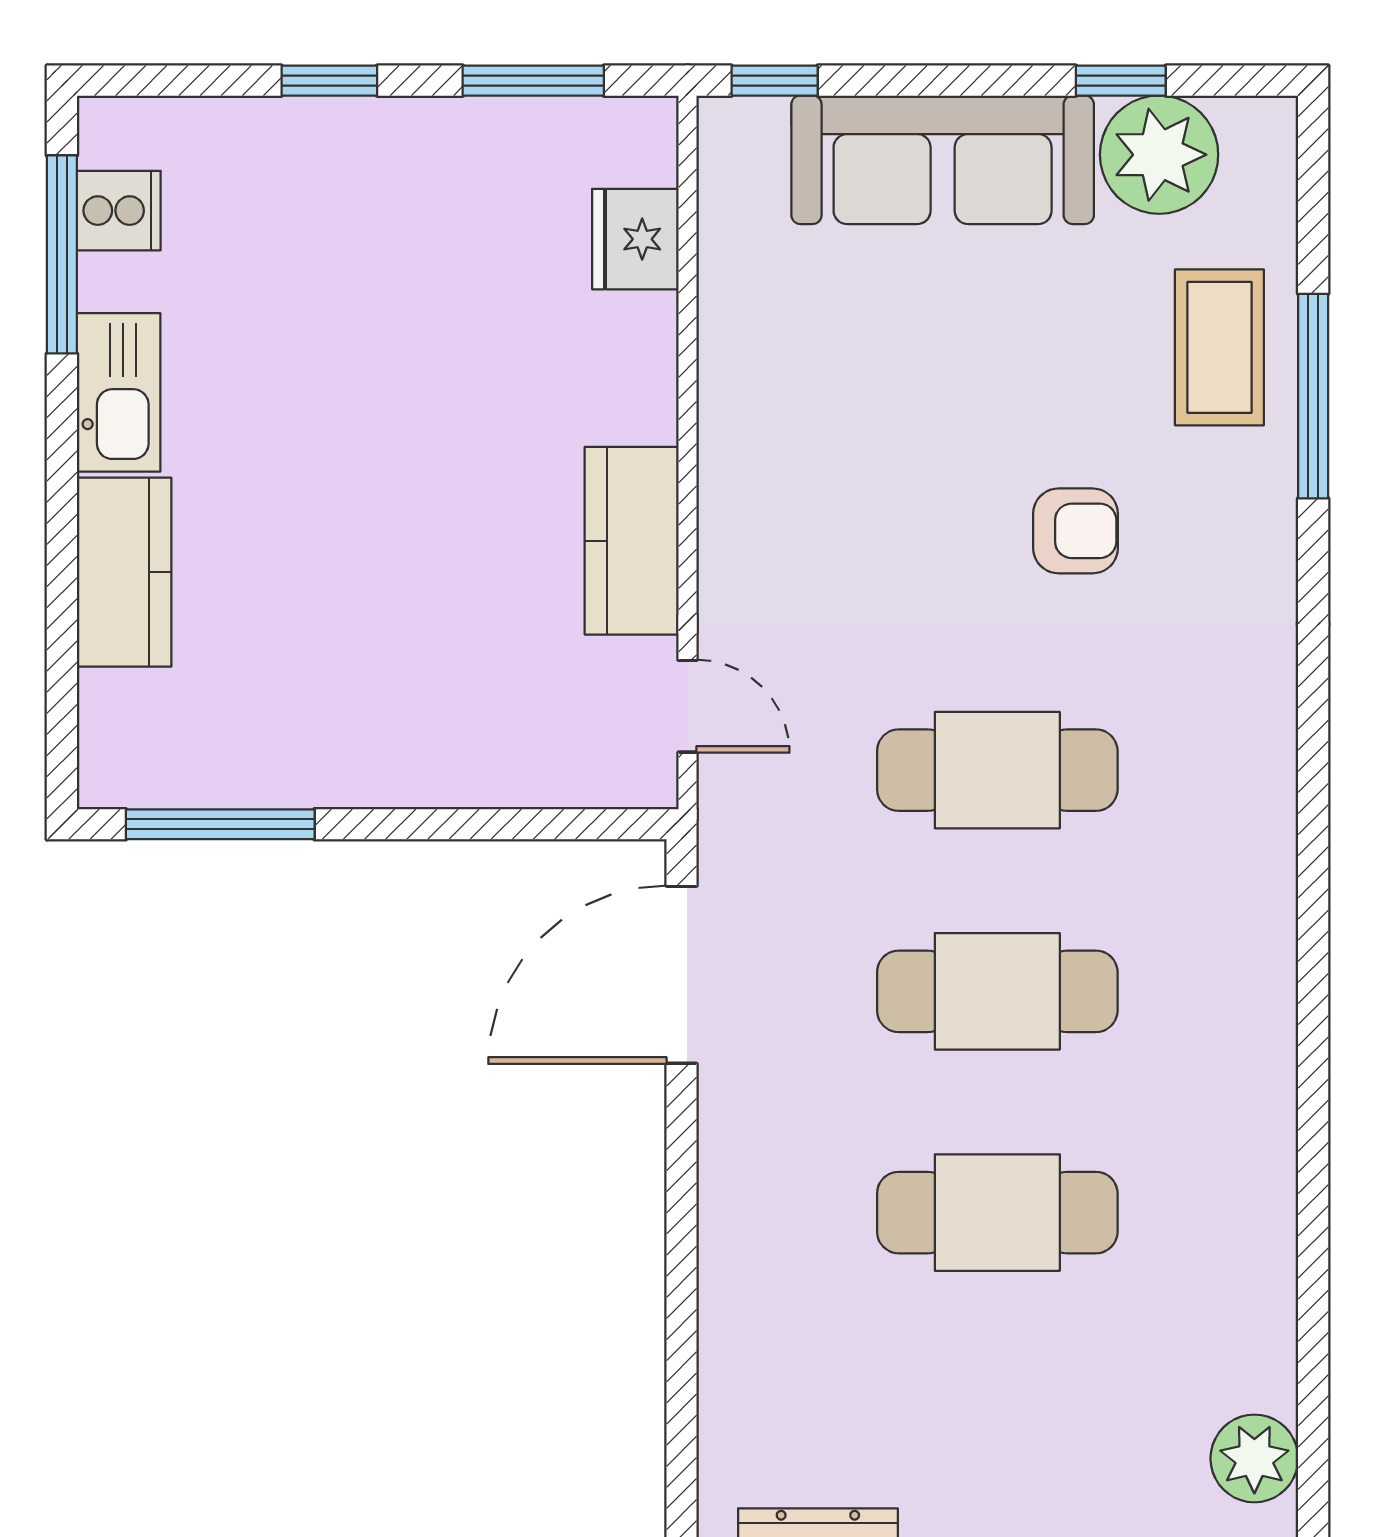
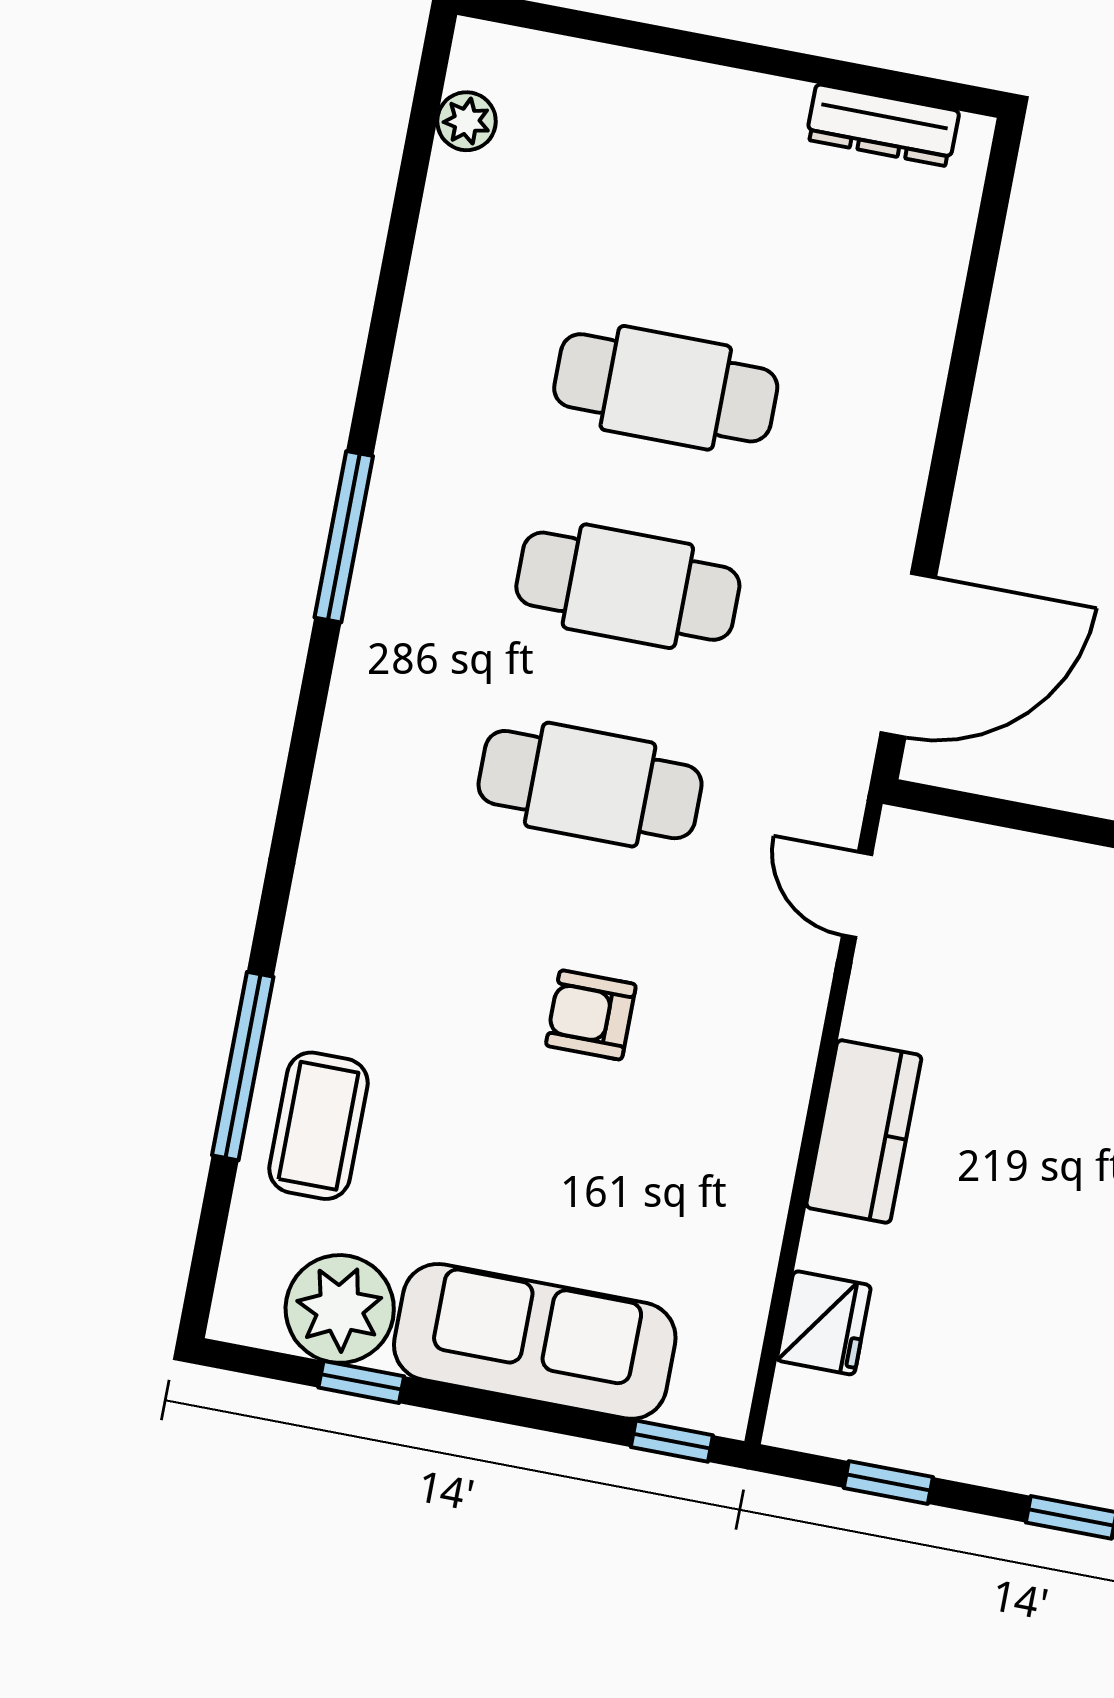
window: (533, 81) -> (888, 1482), width x0.67
armchair: (1076, 531) -> (591, 1015), moved
kitchen counter: (632, 541) -> (864, 1131), moved
window: (1313, 986) -> (344, 537), added
plant: (1254, 1458) -> (467, 121), width x0.73, depth x0.73

